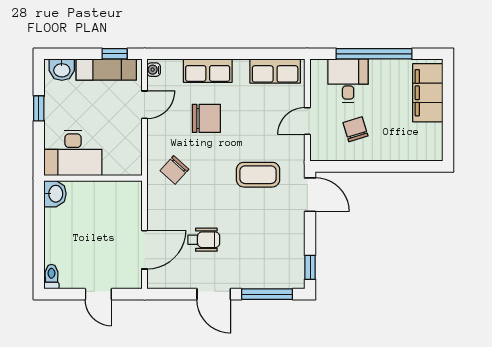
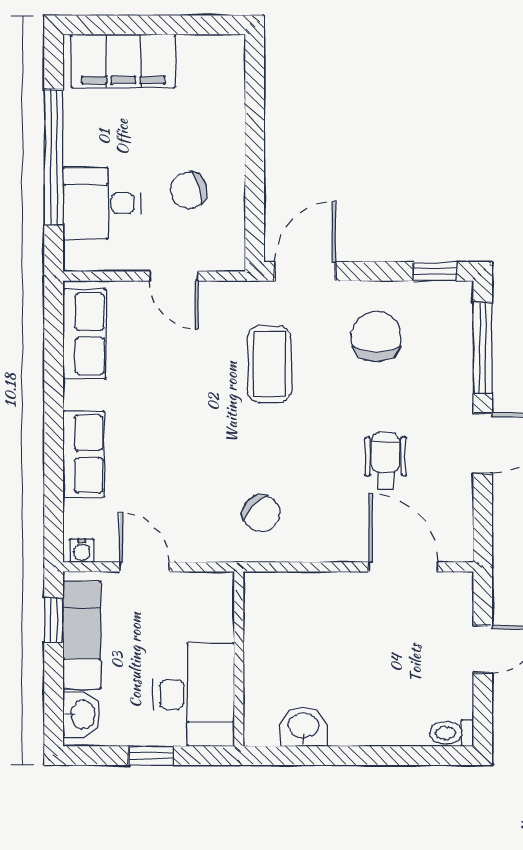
chair: (206, 118) -> (376, 337), moved
desk: (73, 153) -> (194, 694), moved
wall: (93, 178) -> (239, 659), moved

